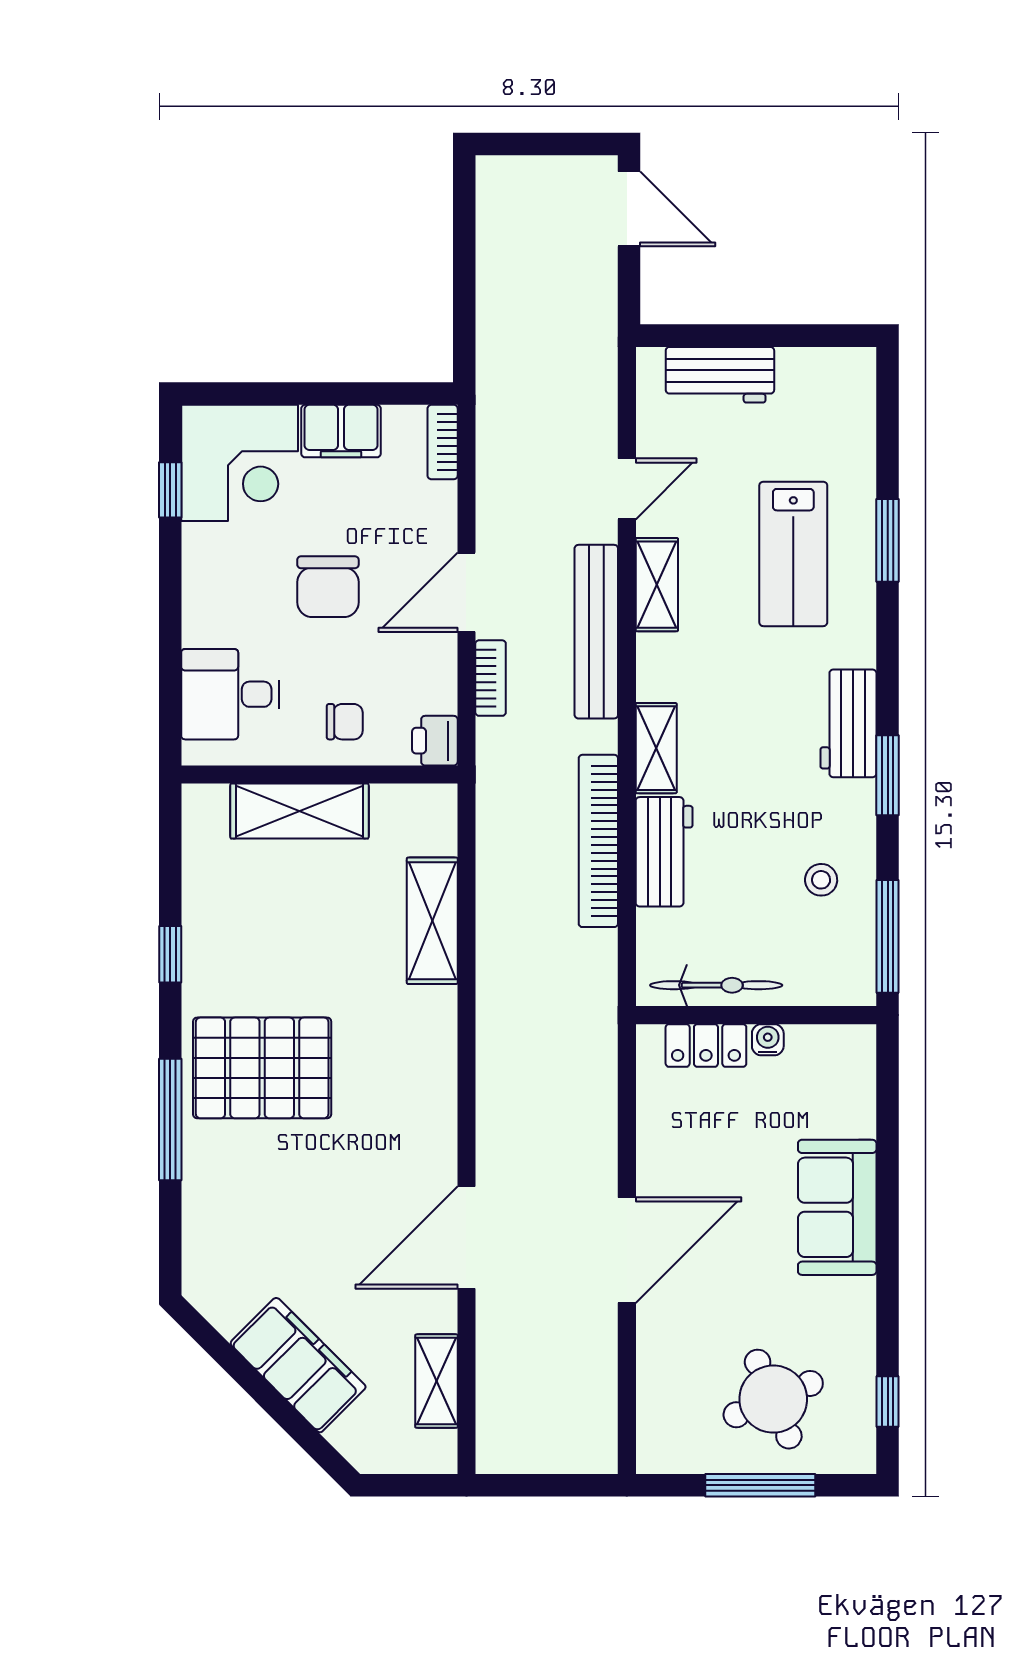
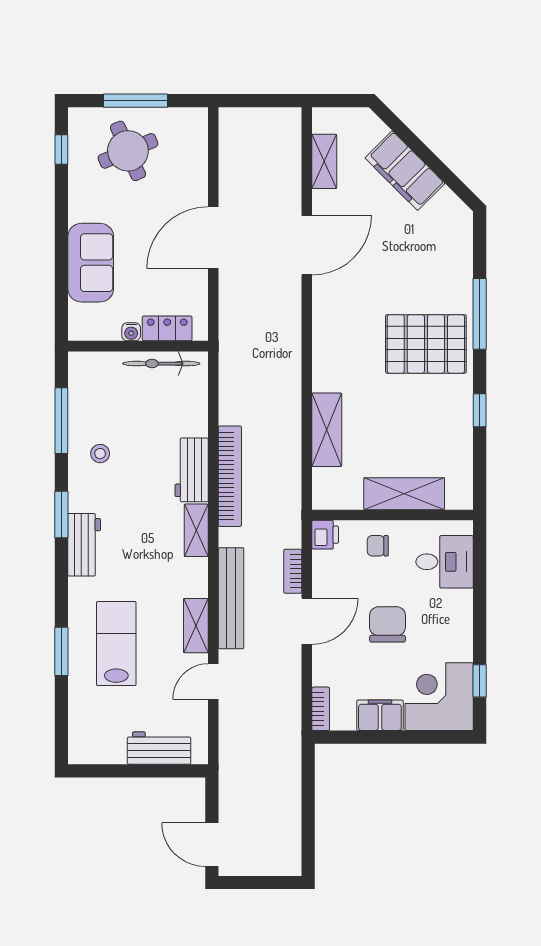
bicycle: (716, 985) -> (161, 364), moved
wall: (756, 1015) -> (138, 346), moved
water cooler: (768, 1040) -> (131, 332), moved
locker: (706, 1045) -> (167, 328), moved

